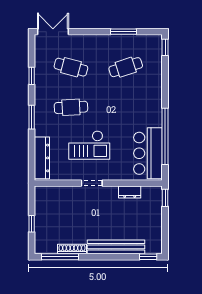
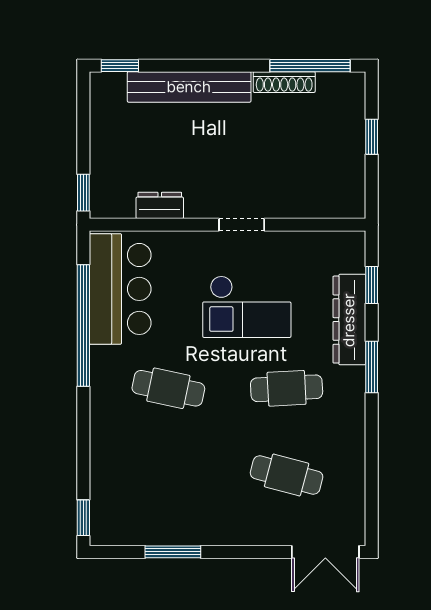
cafe table: (126, 67) -> (168, 388), moved, turned 30
window: (32, 76) -> (372, 285), moved
checkout: (89, 145) -> (247, 307), turned 180
dresser: (42, 158) -> (349, 320), moved

